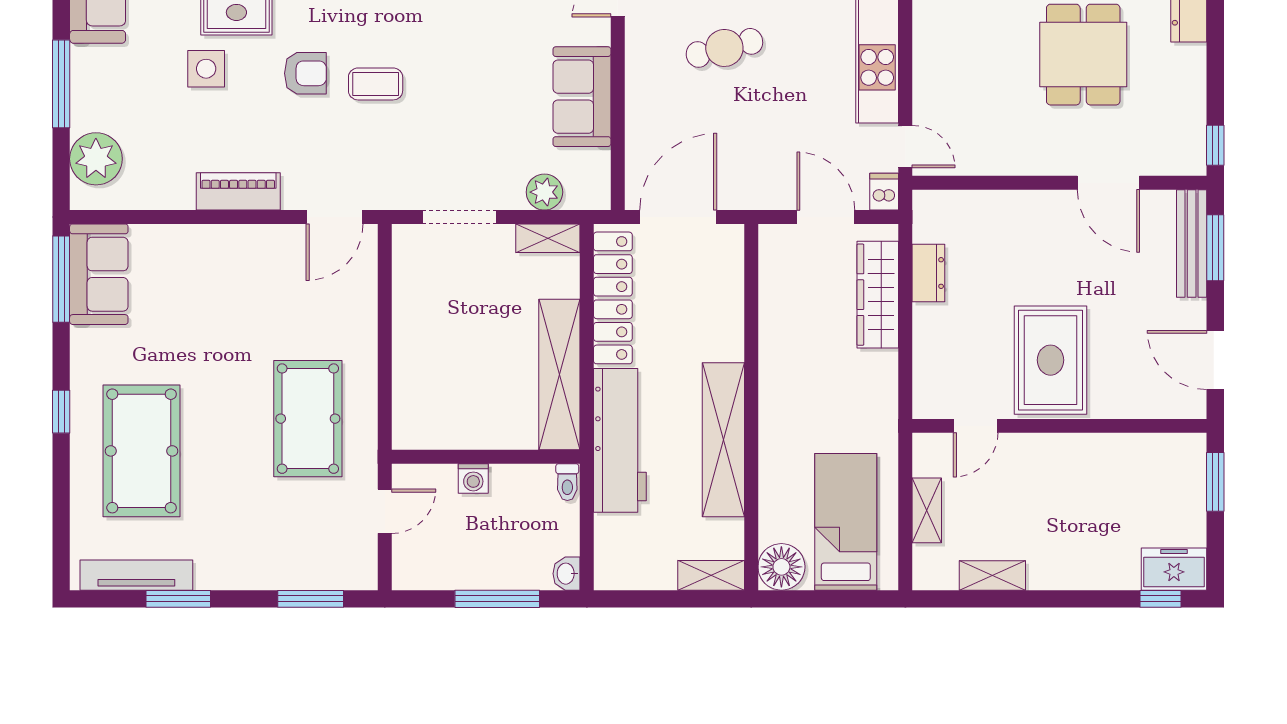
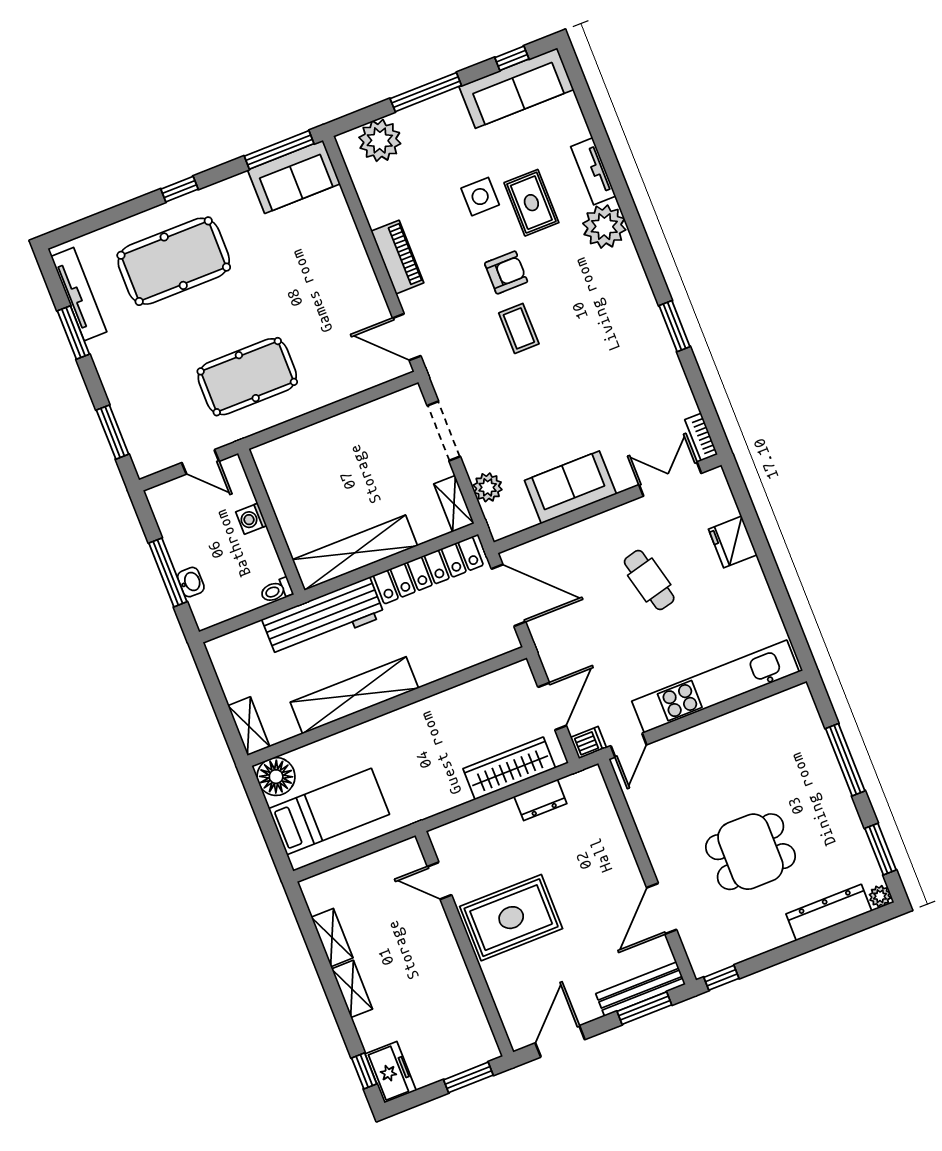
armchair: (305, 73) -> (506, 272), turned -90
shelving: (927, 510) -> (352, 989), moved, turned 90
washbasin: (567, 574) -> (191, 582), moved, turned 90

